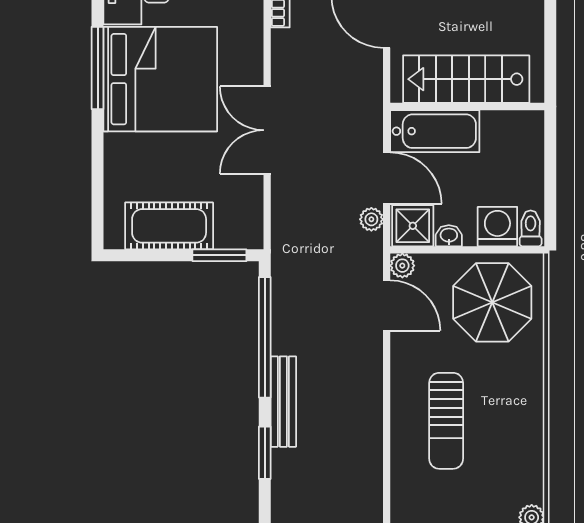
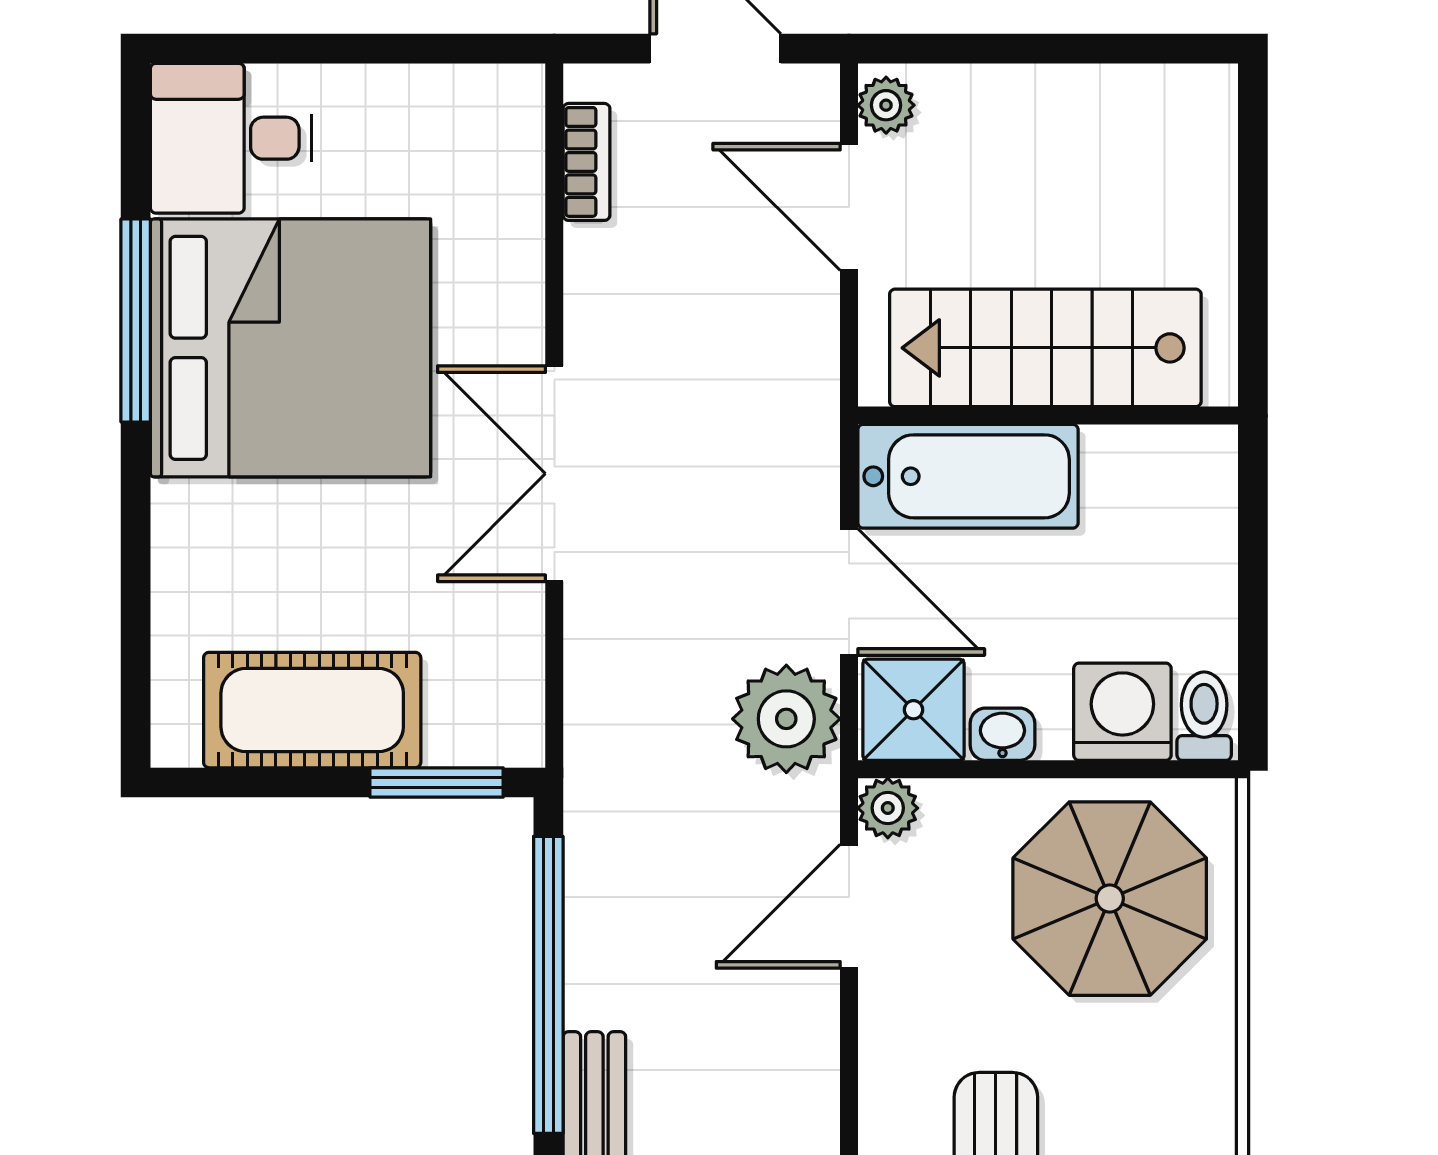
plant: (371, 219) -> (786, 719), width x1.88, depth x1.88
door: (387, 305) -> (849, 906), swing flipped

